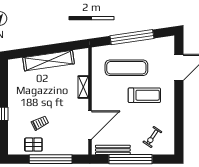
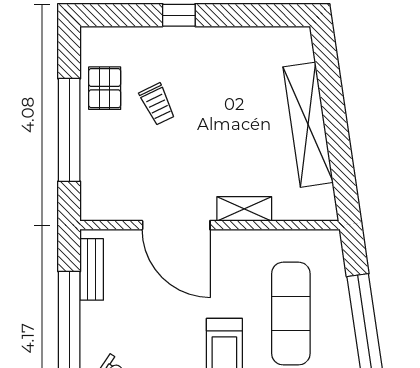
door: (90, 125) -> (176, 225), moved
bench: (113, 150) -> (92, 269), width x0.73

